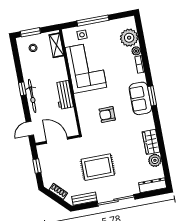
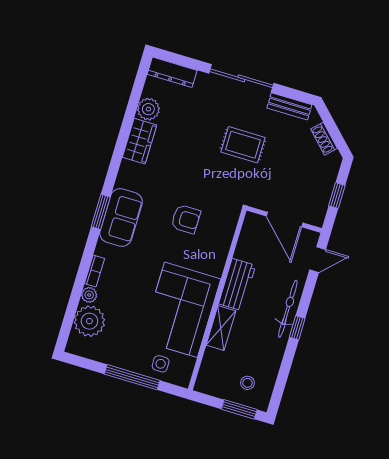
shelving: (56, 45) -> (221, 328), moved
rug: (98, 167) -> (243, 145), width x0.73, depth x0.70

